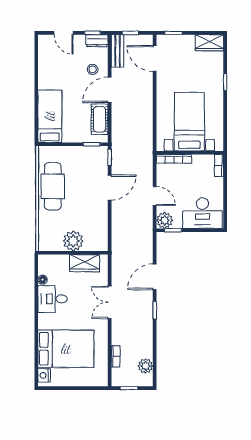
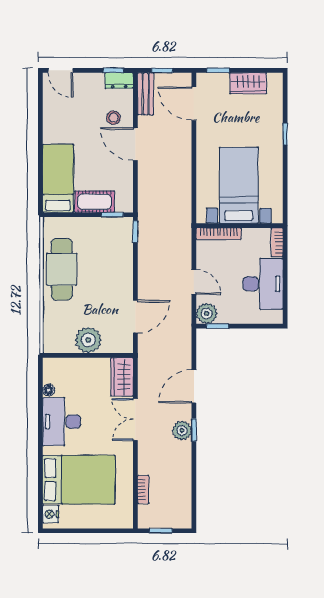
door: (63, 33) -> (60, 70), moved
wardrobe: (209, 43) -> (248, 83), moved
door: (110, 90) -> (135, 144), hinge flipped
cot: (100, 119) -> (95, 202), moved, turned 90
door: (110, 188) -> (135, 317), moved
desk: (202, 213) -> (263, 284), moved, turned -90
wardrobe: (84, 263) -> (122, 377), moved, turned 90
desk: (53, 299) -> (62, 422), width x1.37
plant: (146, 366) -> (182, 431), moved

